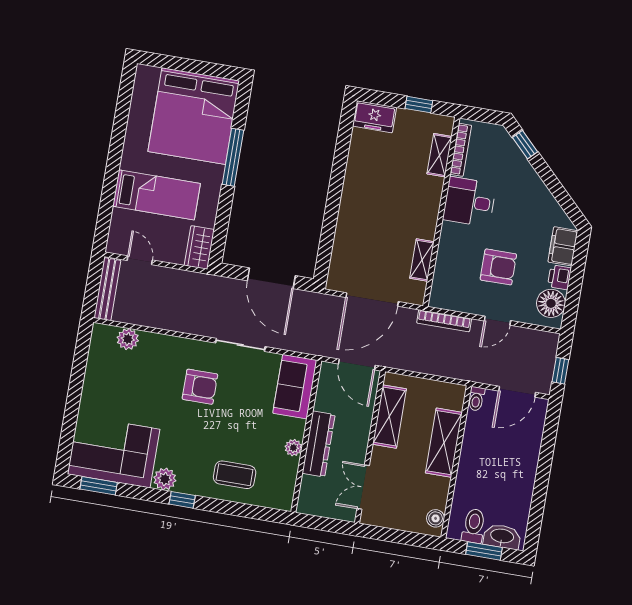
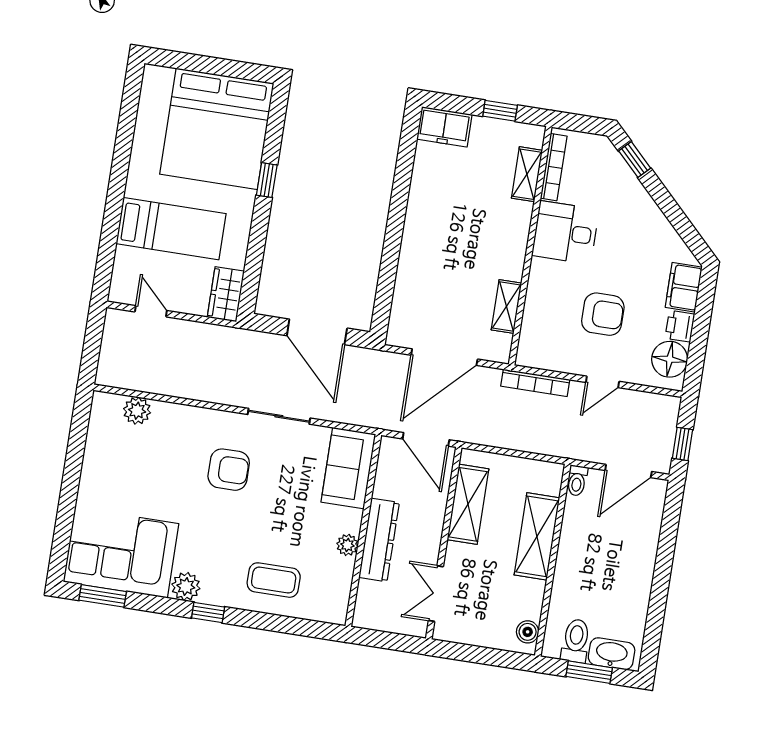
window: (233, 157) -> (267, 180), width x0.46
bench: (107, 289) -> (111, 348), removed

